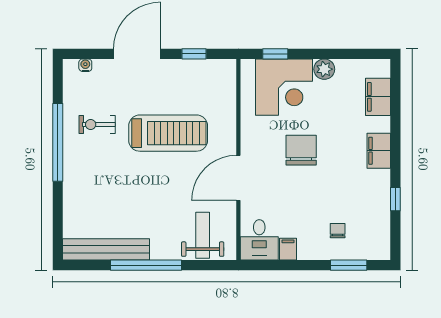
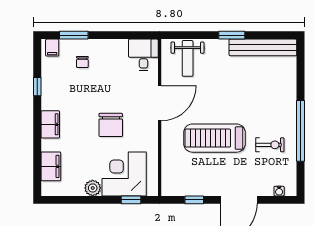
filing cabinet: (288, 249) -> (52, 48), moved
window: (146, 265) -> (232, 35), width x0.47

